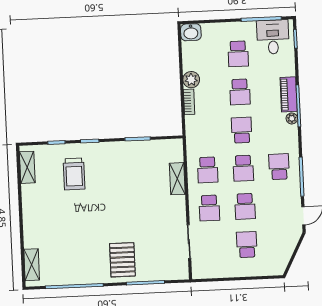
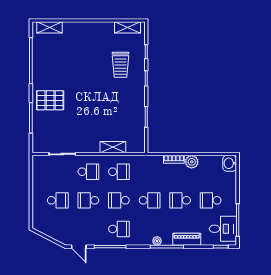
piano: (289, 94) -> (187, 239), moved
school desk: (208, 170) -> (119, 172), turned 180
trolley: (74, 174) -> (121, 65), turned -90
school desk: (209, 208) -> (88, 172), turned 180

